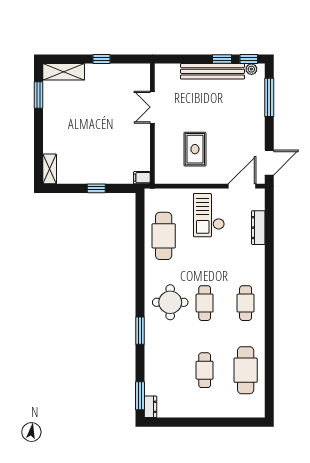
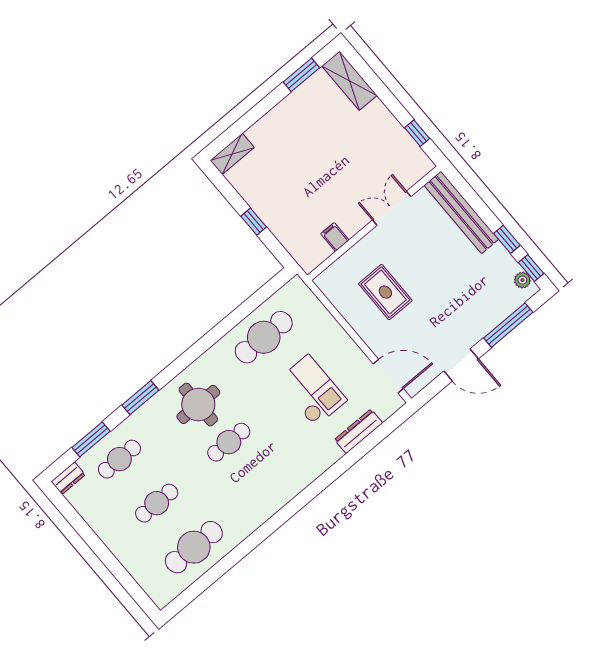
window: (102, 59) -> (417, 133), moved
bench: (212, 71) -> (461, 212), moved
rug: (195, 149) -> (385, 292), turned 90
door: (269, 163) -> (461, 365), moved
filing cabinet: (142, 178) -> (335, 237), moved
checkout: (209, 215) -> (312, 391), moved, turned 90
cafe table: (246, 303) -> (119, 459), moved
window: (140, 396) -> (91, 439), moved

